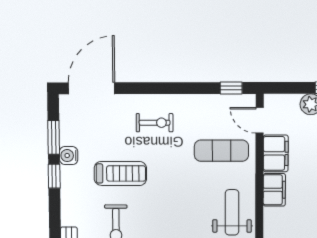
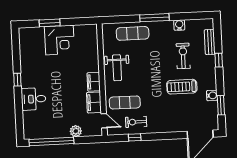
window: (231, 88) -> (135, 137), moved
exercise bike: (155, 123) -> (136, 122), moved
window: (54, 176) -> (219, 60), moved

